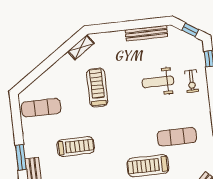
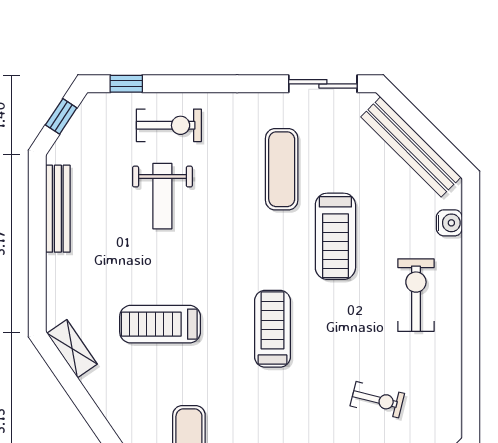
exercise bike: (192, 81) -> (169, 125), width x1.38, depth x1.39
treadmill: (76, 147) -> (272, 329), moved

